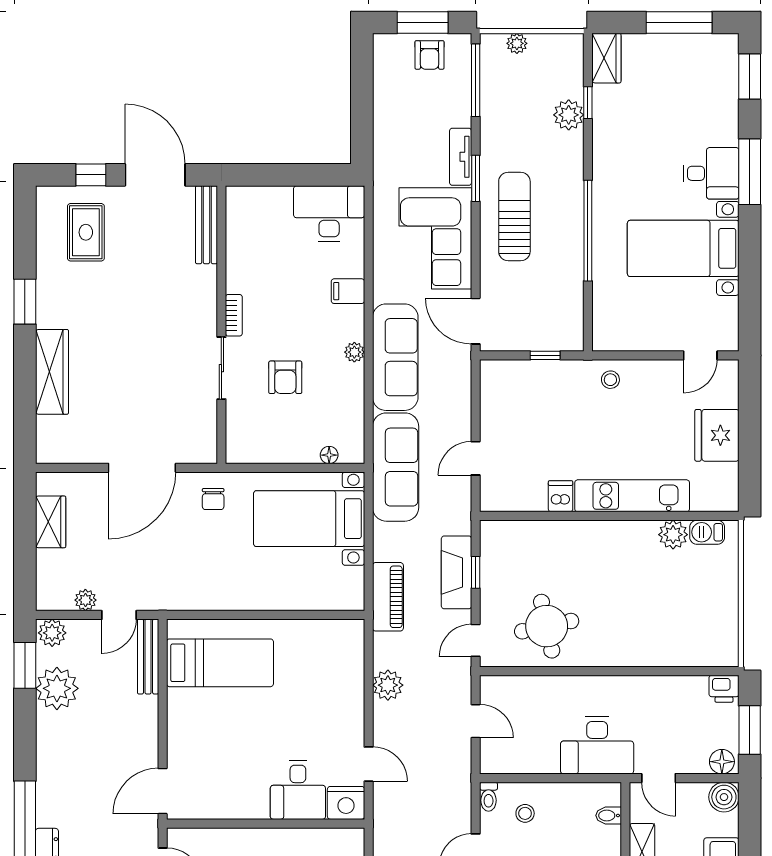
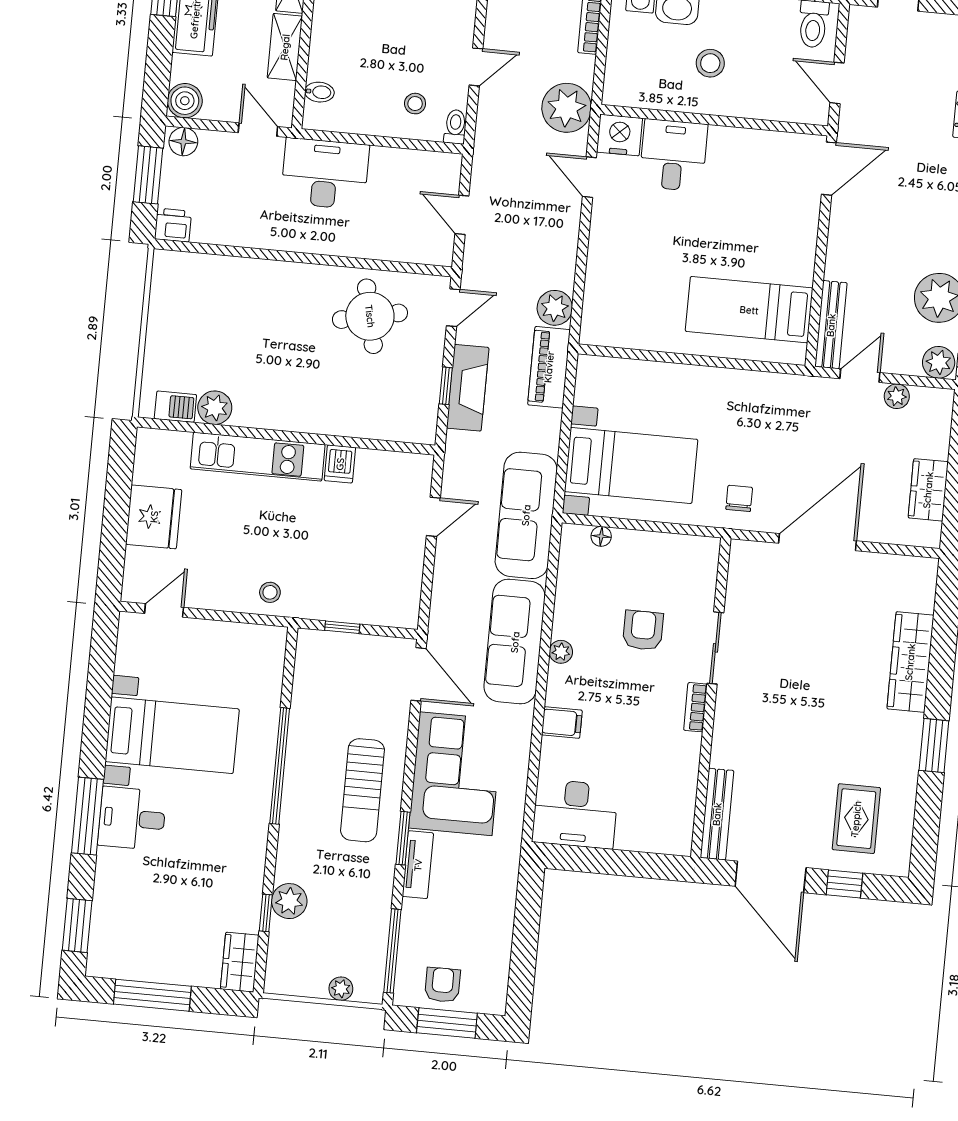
plant: (388, 685) -> (555, 308), moved
plant: (394, 822) -> (567, 108), added

